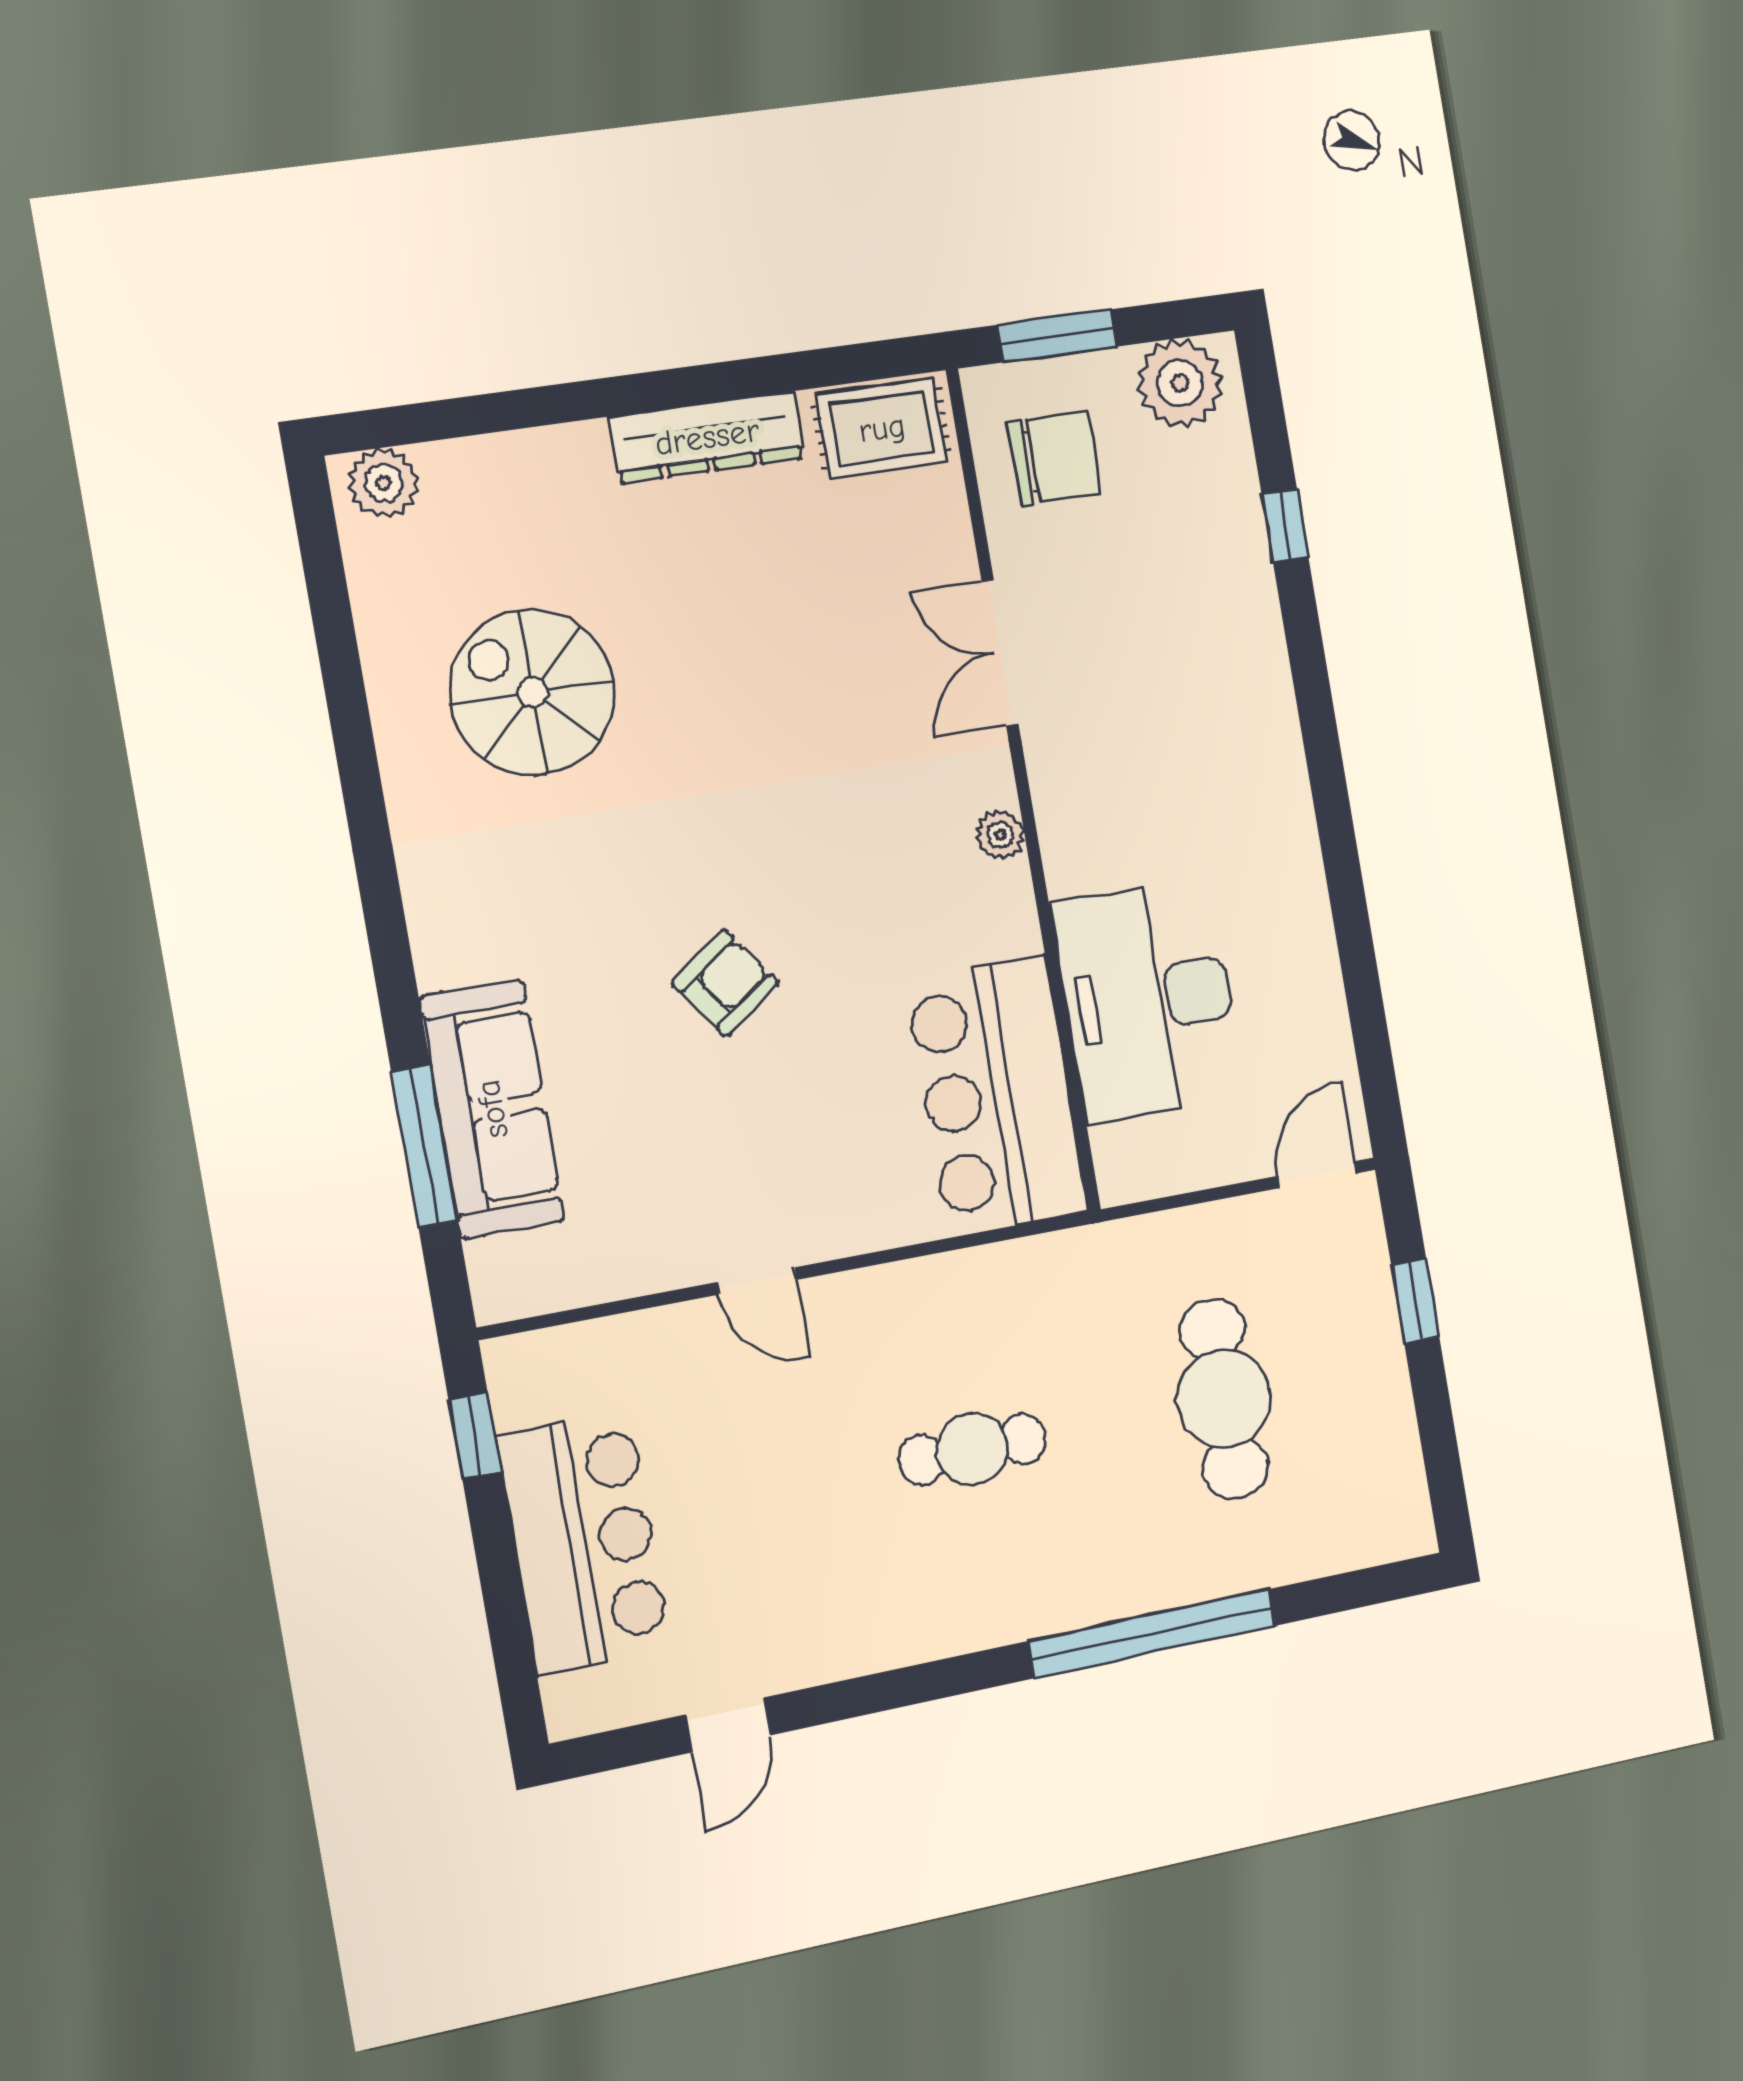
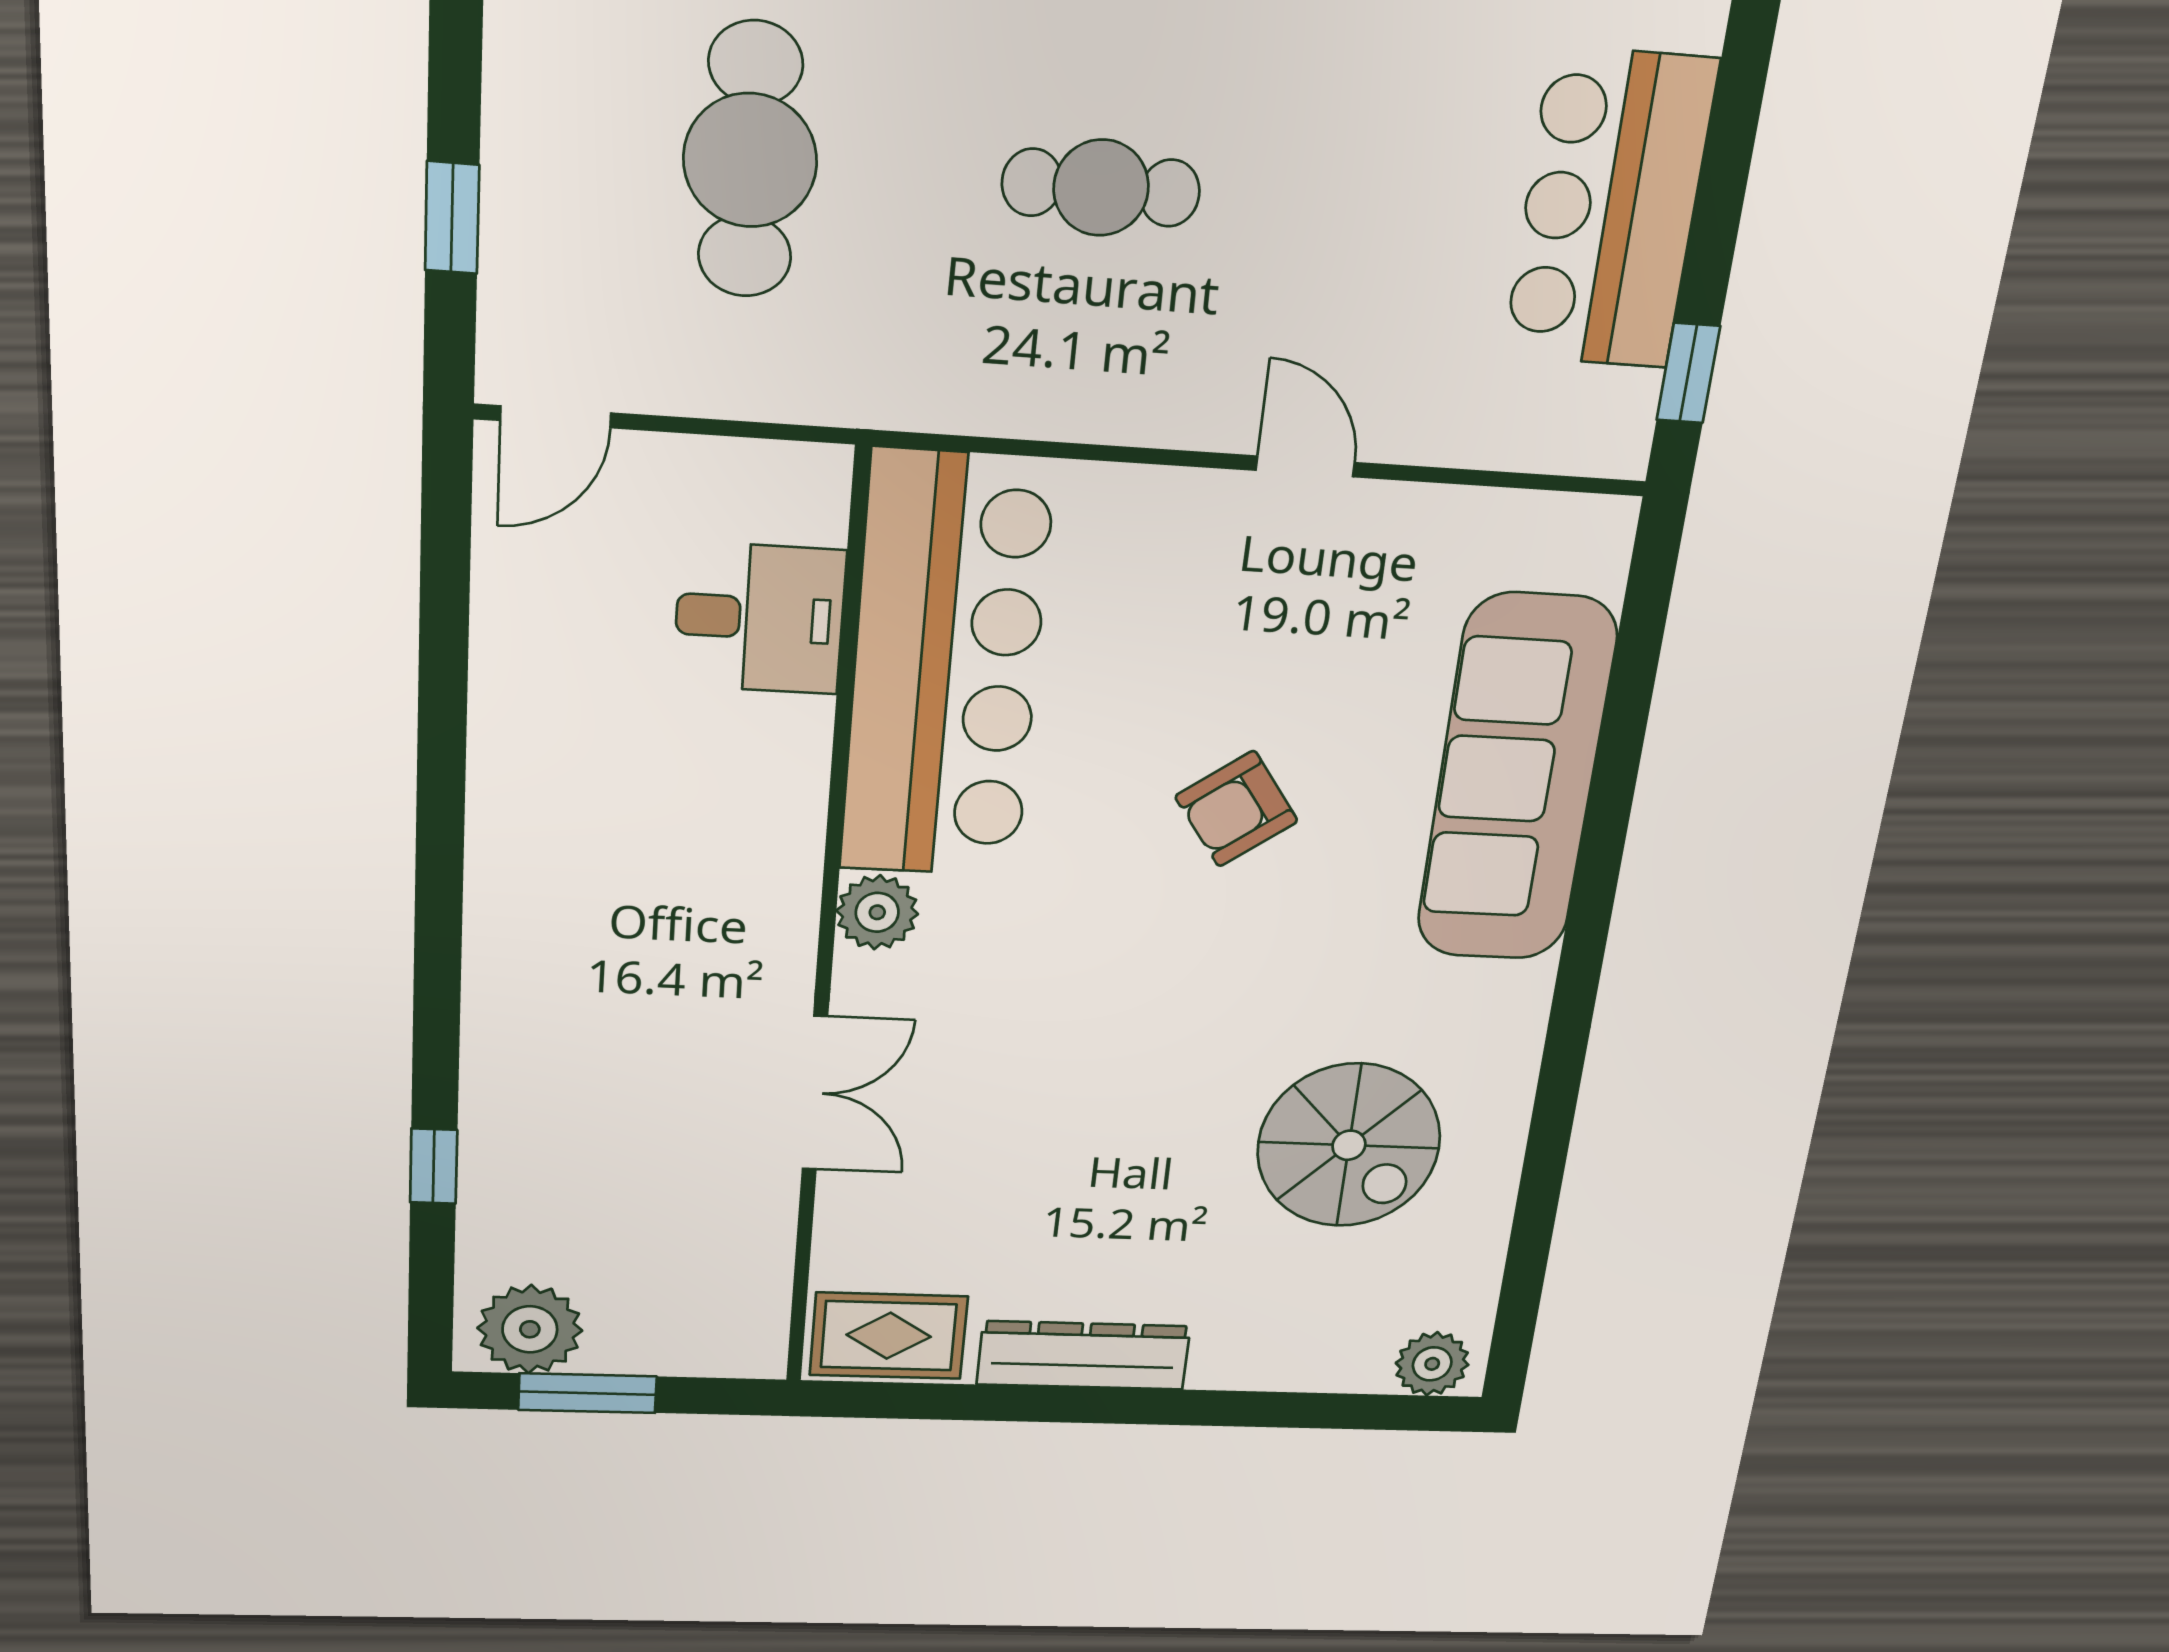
window: (1057, 336) -> (588, 1393), moved
chair: (1054, 458) -> (698, 1278), removed
plant: (1000, 835) -> (877, 912), width x1.38, depth x1.38
desk: (1148, 1000) -> (760, 618), width x0.53, depth x0.77
bar counter: (997, 1096) -> (946, 668), width x1.36
sofa: (492, 1109) -> (1516, 780), width x1.36, depth x1.27
window: (424, 1146) -> (1627, 709), removed

